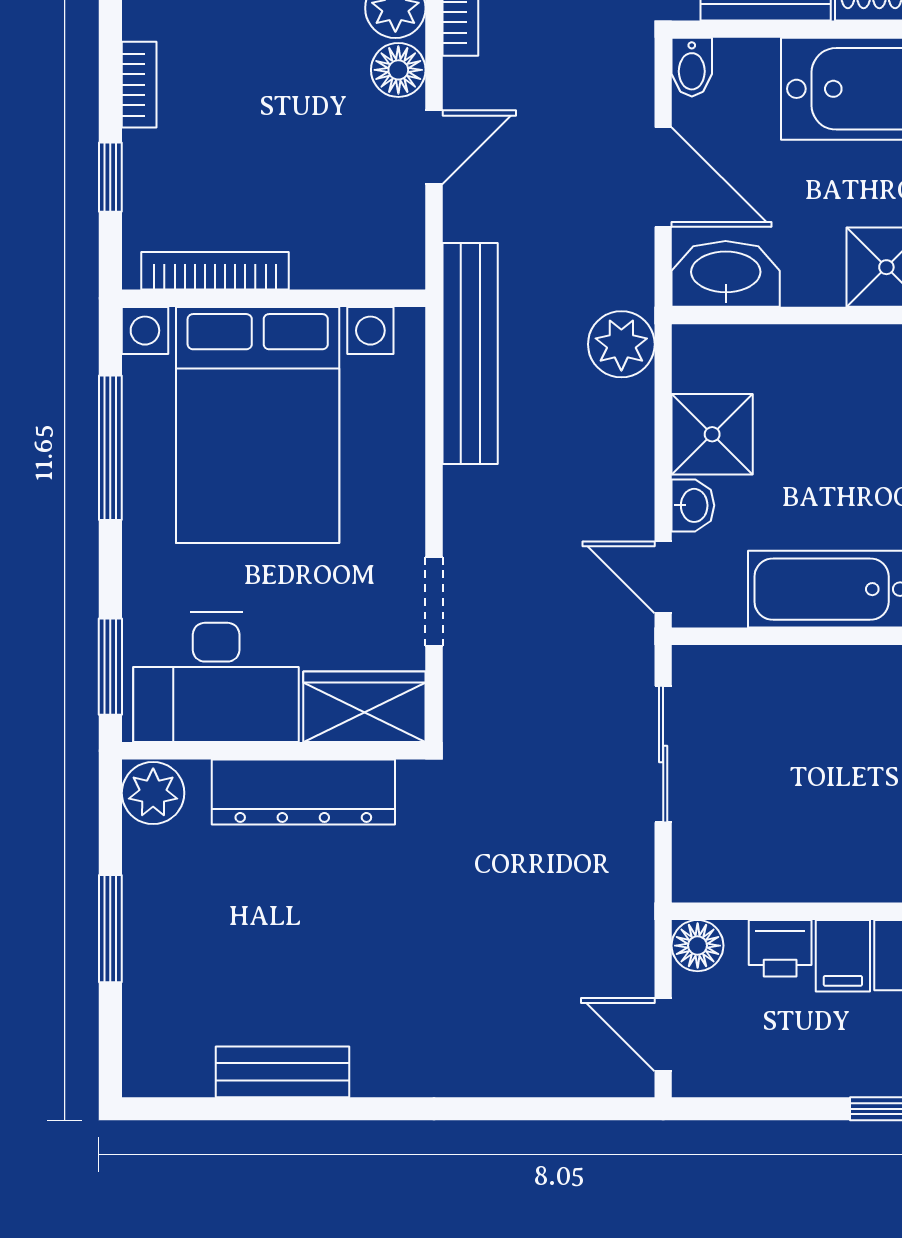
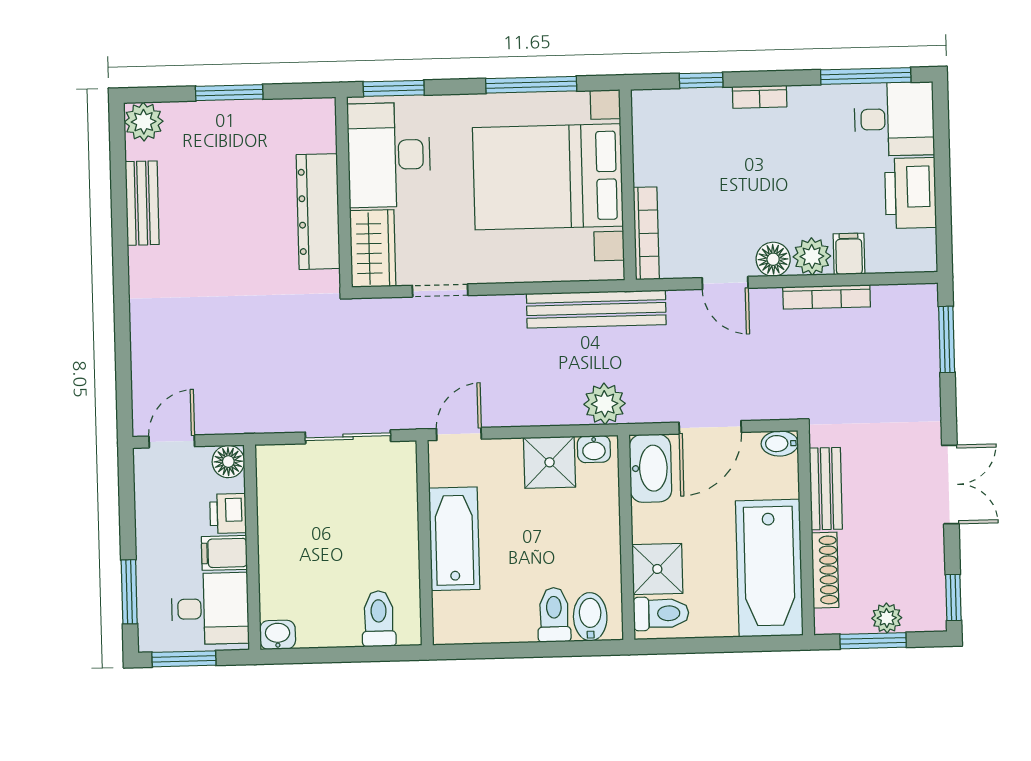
bookcase: (215, 271) -> (646, 233), moved
washbasin: (693, 505) -> (594, 449), moved
plant: (153, 793) -> (144, 122), moved

